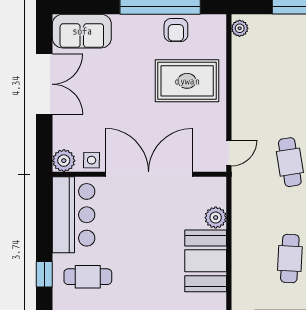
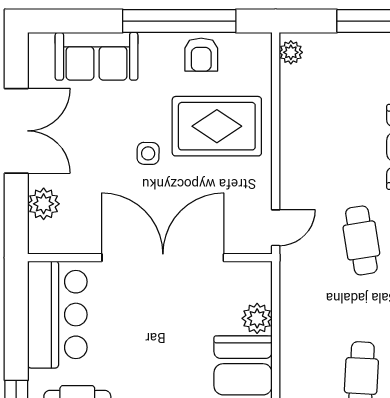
sofa: (82, 31) -> (97, 56), moved
side table: (92, 160) -> (148, 153), moved
plant: (64, 161) -> (44, 204), moved

